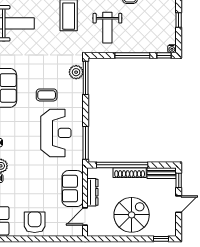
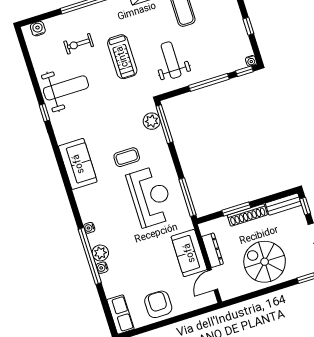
weight bench: (107, 28) -> (171, 60), turned 180
window: (122, 165) -> (236, 209), width x0.47
spiral stairs: (132, 215) -> (265, 262), turned -90

